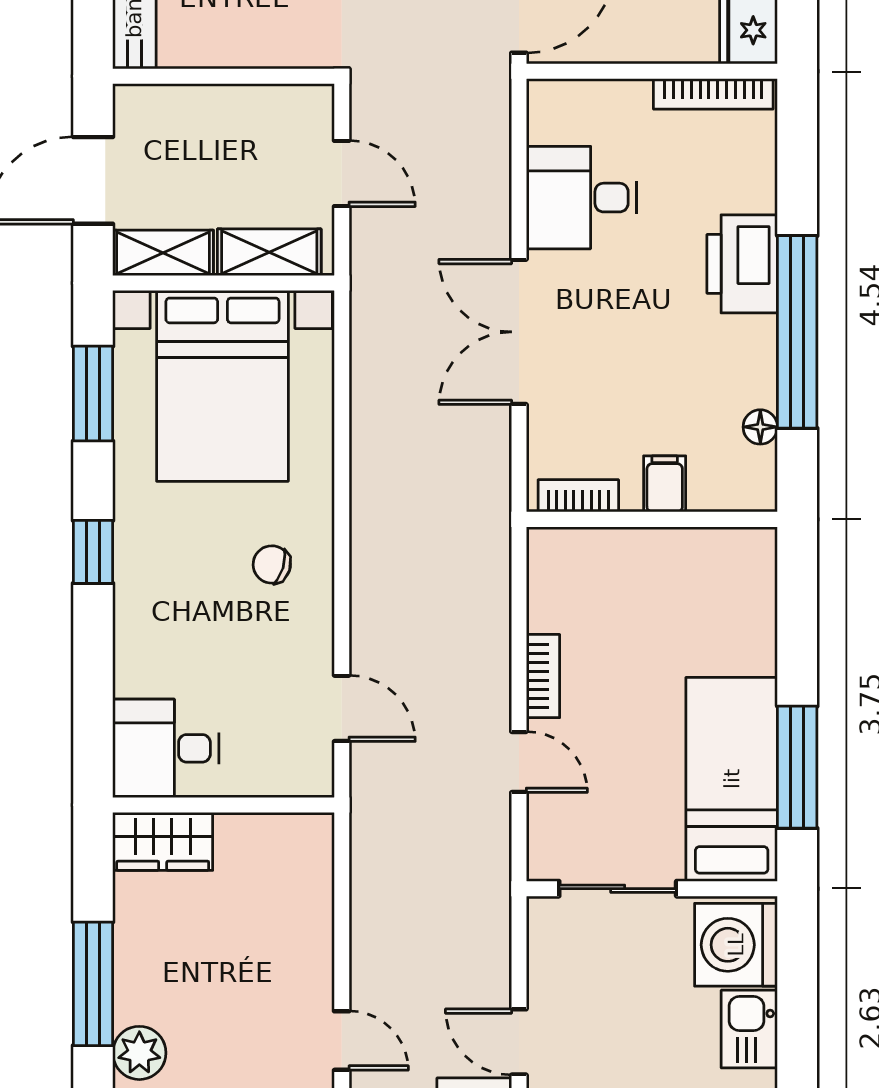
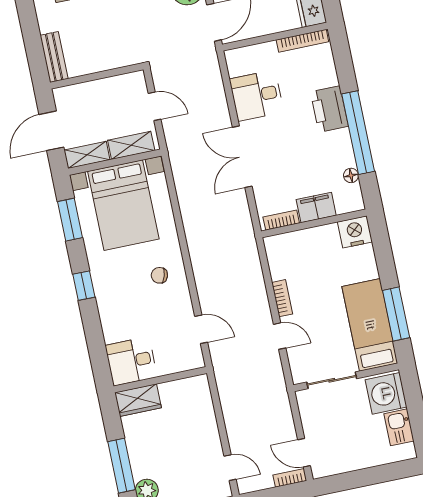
filing cabinet: (665, 484) -> (316, 207), width x2.00
nightstand: (742, 559) -> (355, 232), added

